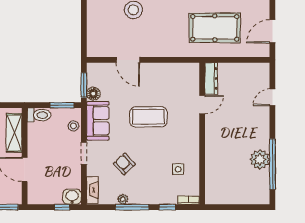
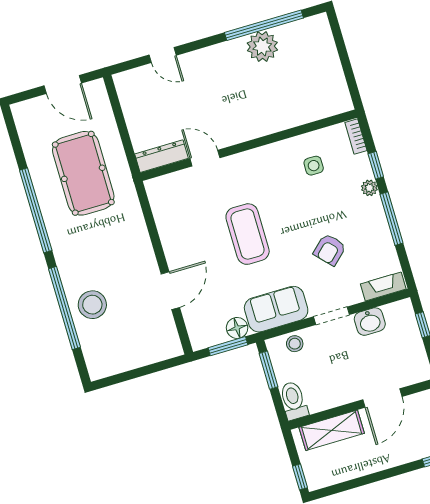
washbasin: (72, 197) -> (370, 322), moved, turned -90
plant: (123, 199) -> (369, 188), moved

